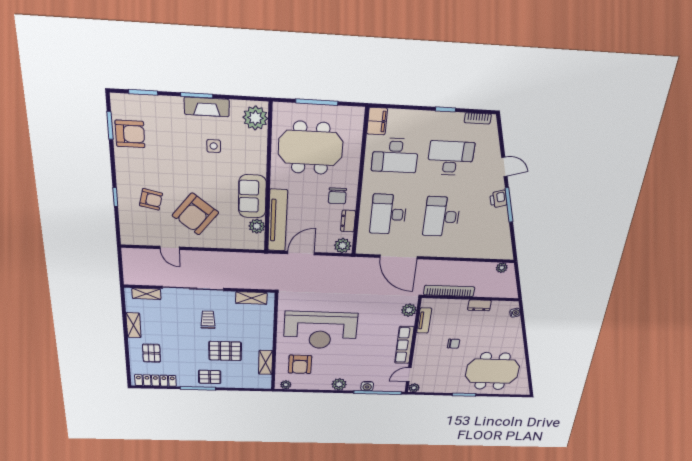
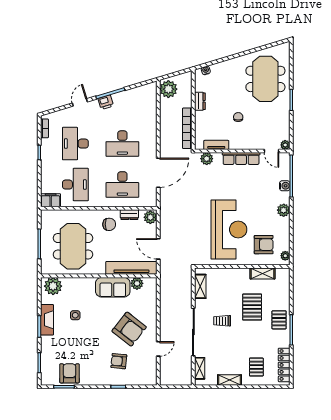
armchair: (151, 199) -> (119, 361), turned -97
plant: (502, 268) -> (168, 89), width x1.88, depth x1.88
pallet: (151, 353) -> (256, 367), turned 90

